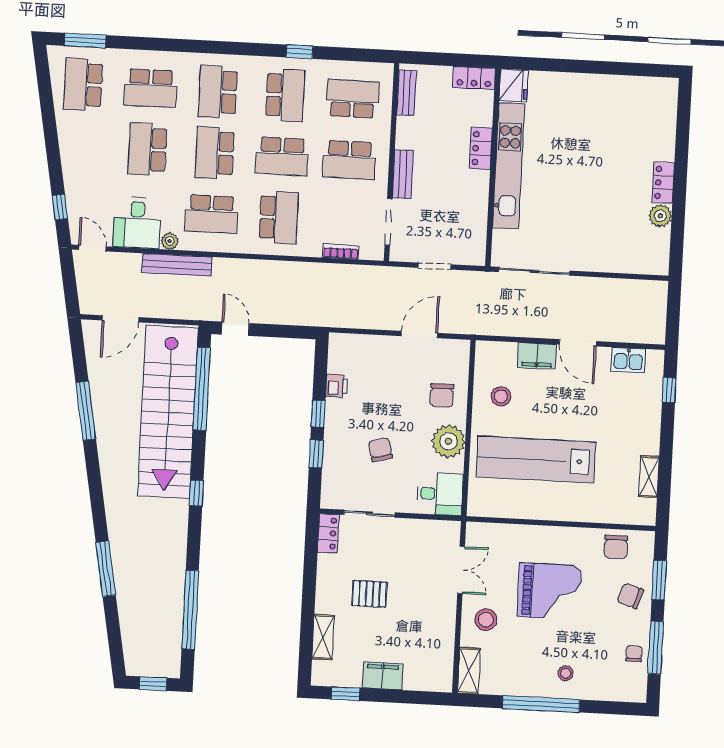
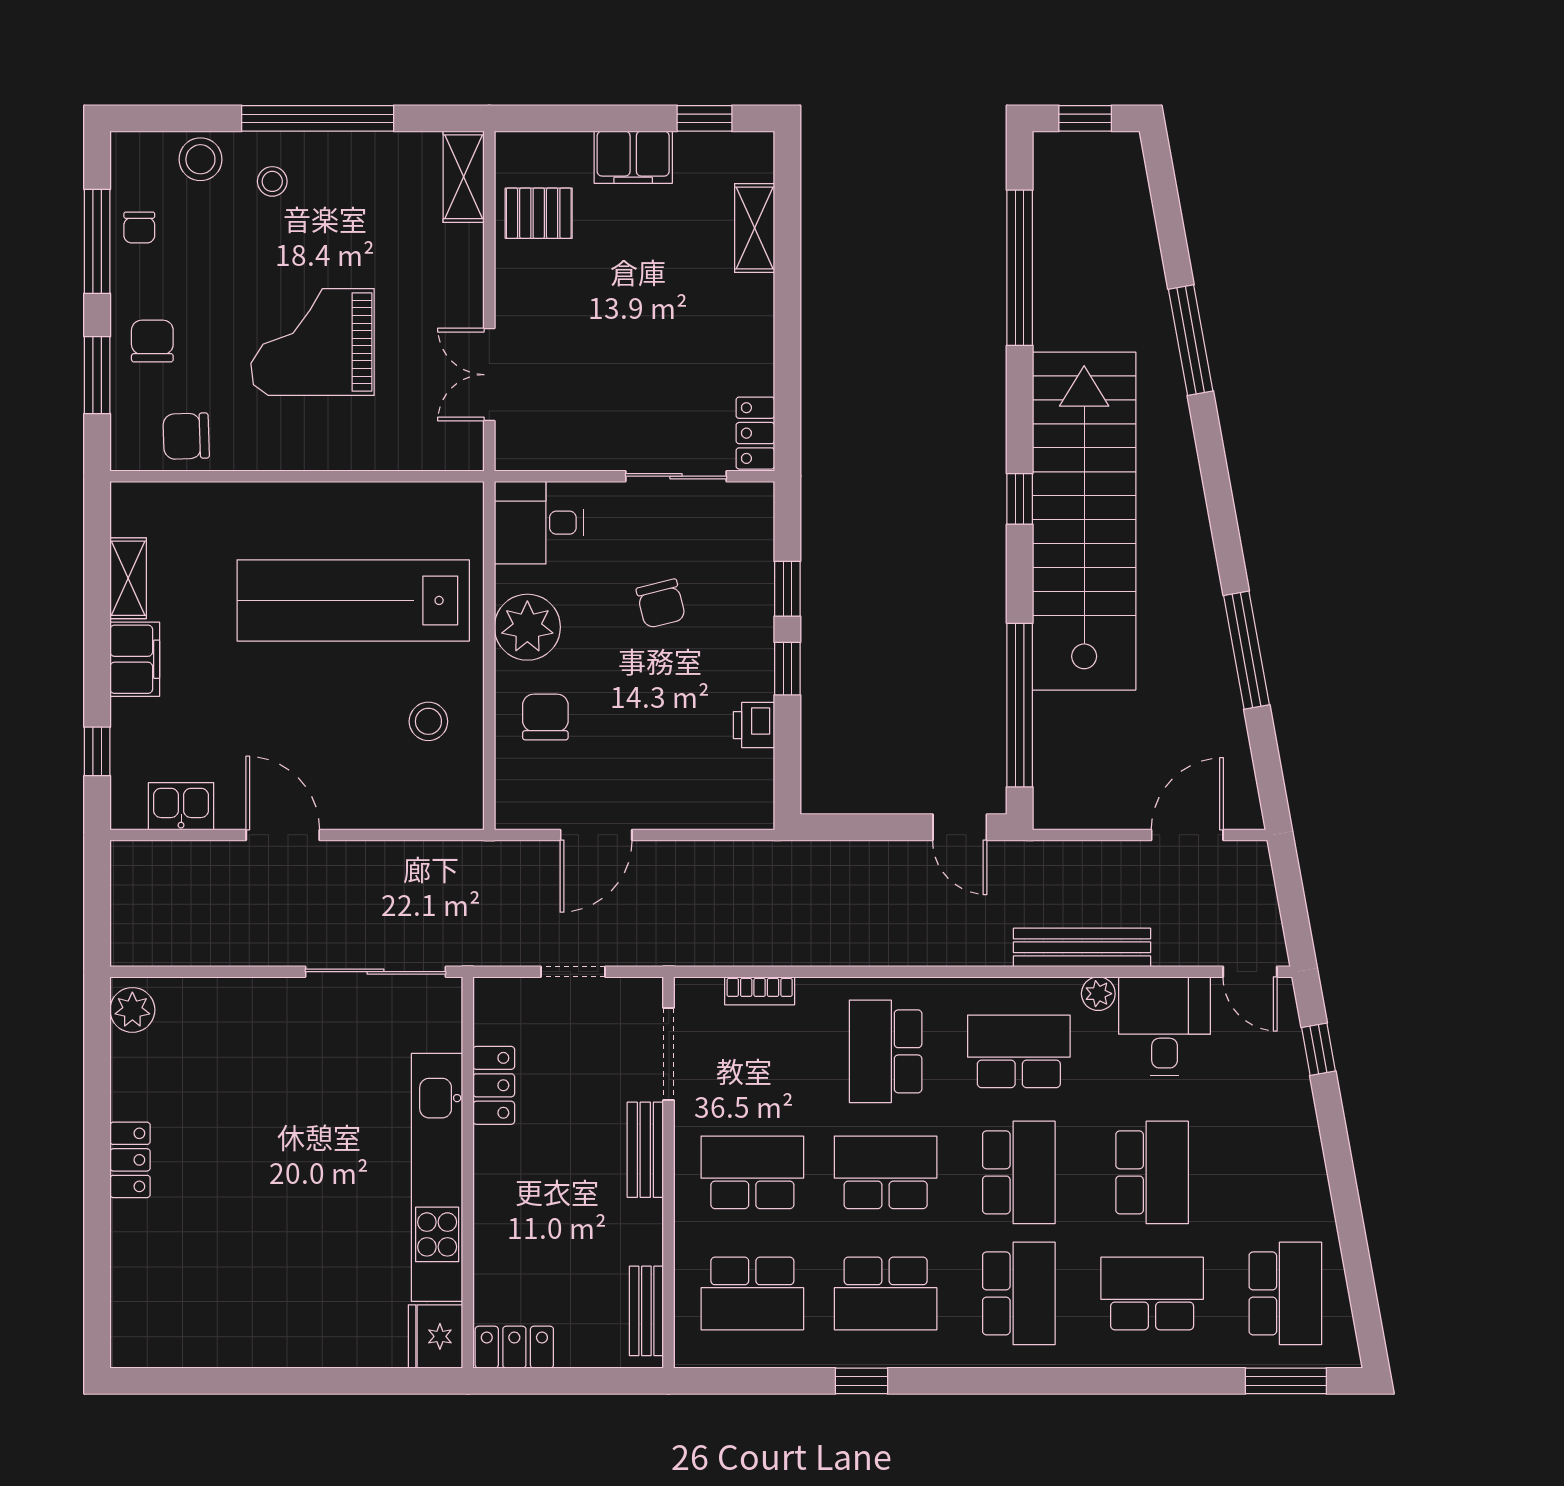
school desk: (285, 95) -> (886, 1293), turned -90
locker: (481, 148) -> (494, 1085), moved
plant: (660, 216) -> (132, 1010), moved
filing cabinet: (537, 356) -> (135, 659), moved, turned 90
stairs: (168, 412) -> (1084, 521), moved
lab bench: (536, 459) -> (353, 600), turned 180
chair: (616, 547) -> (186, 436), turned -92
pallet: (369, 594) -> (539, 213), moved
chair: (630, 596) -> (152, 341), turned -108
stool: (486, 620) -> (200, 159), moved

